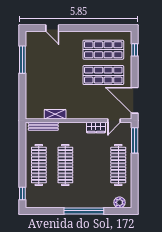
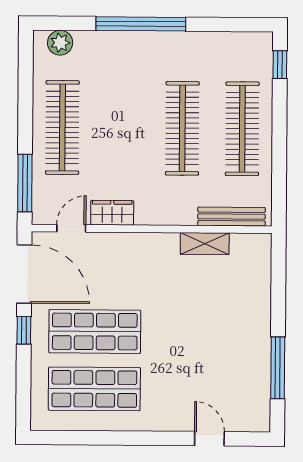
window: (135, 50) -> (24, 330), moved

